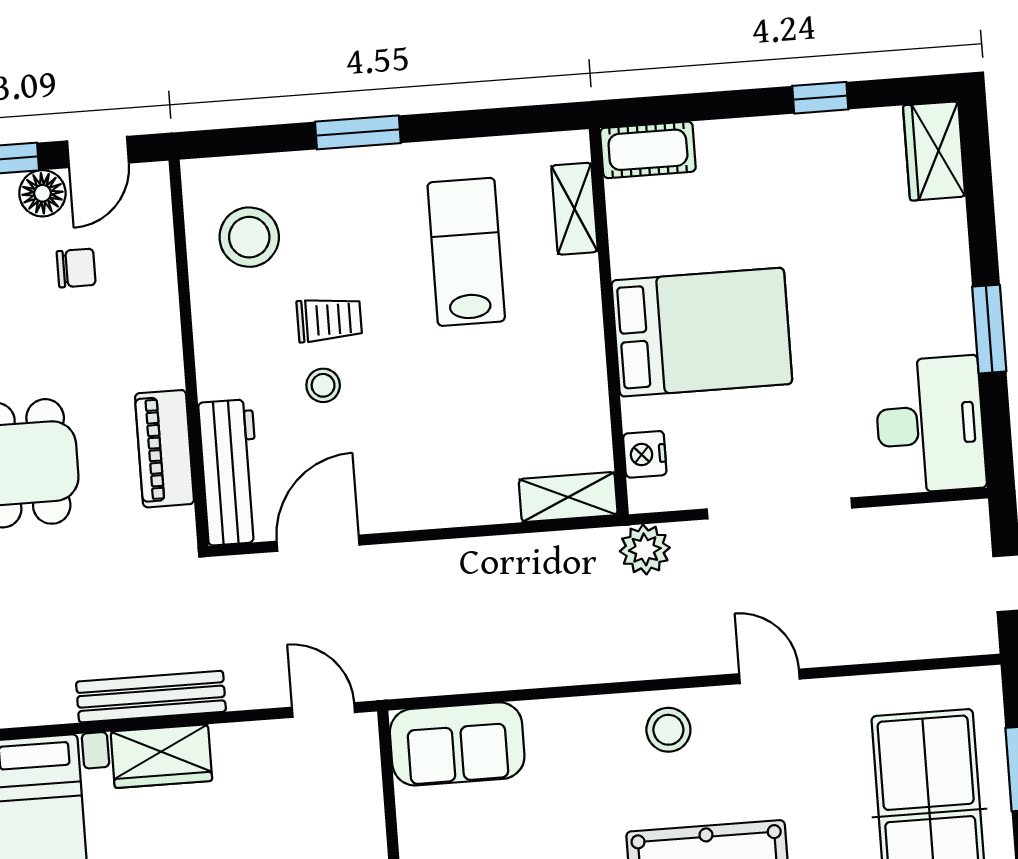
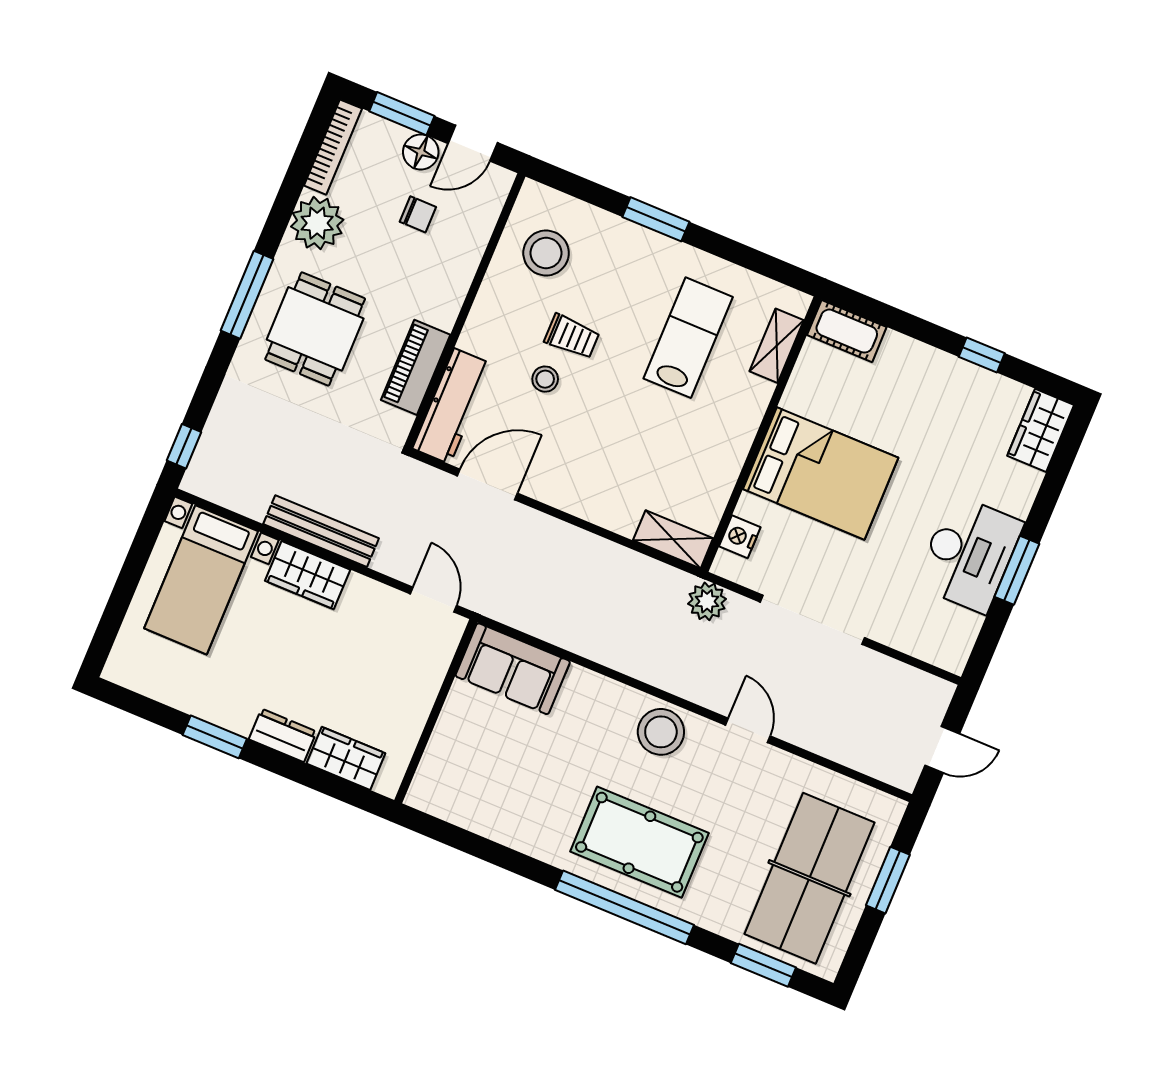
desk: (930, 425) -> (969, 554), moved
stool: (668, 730) -> (661, 732), width x1.38, depth x1.38

